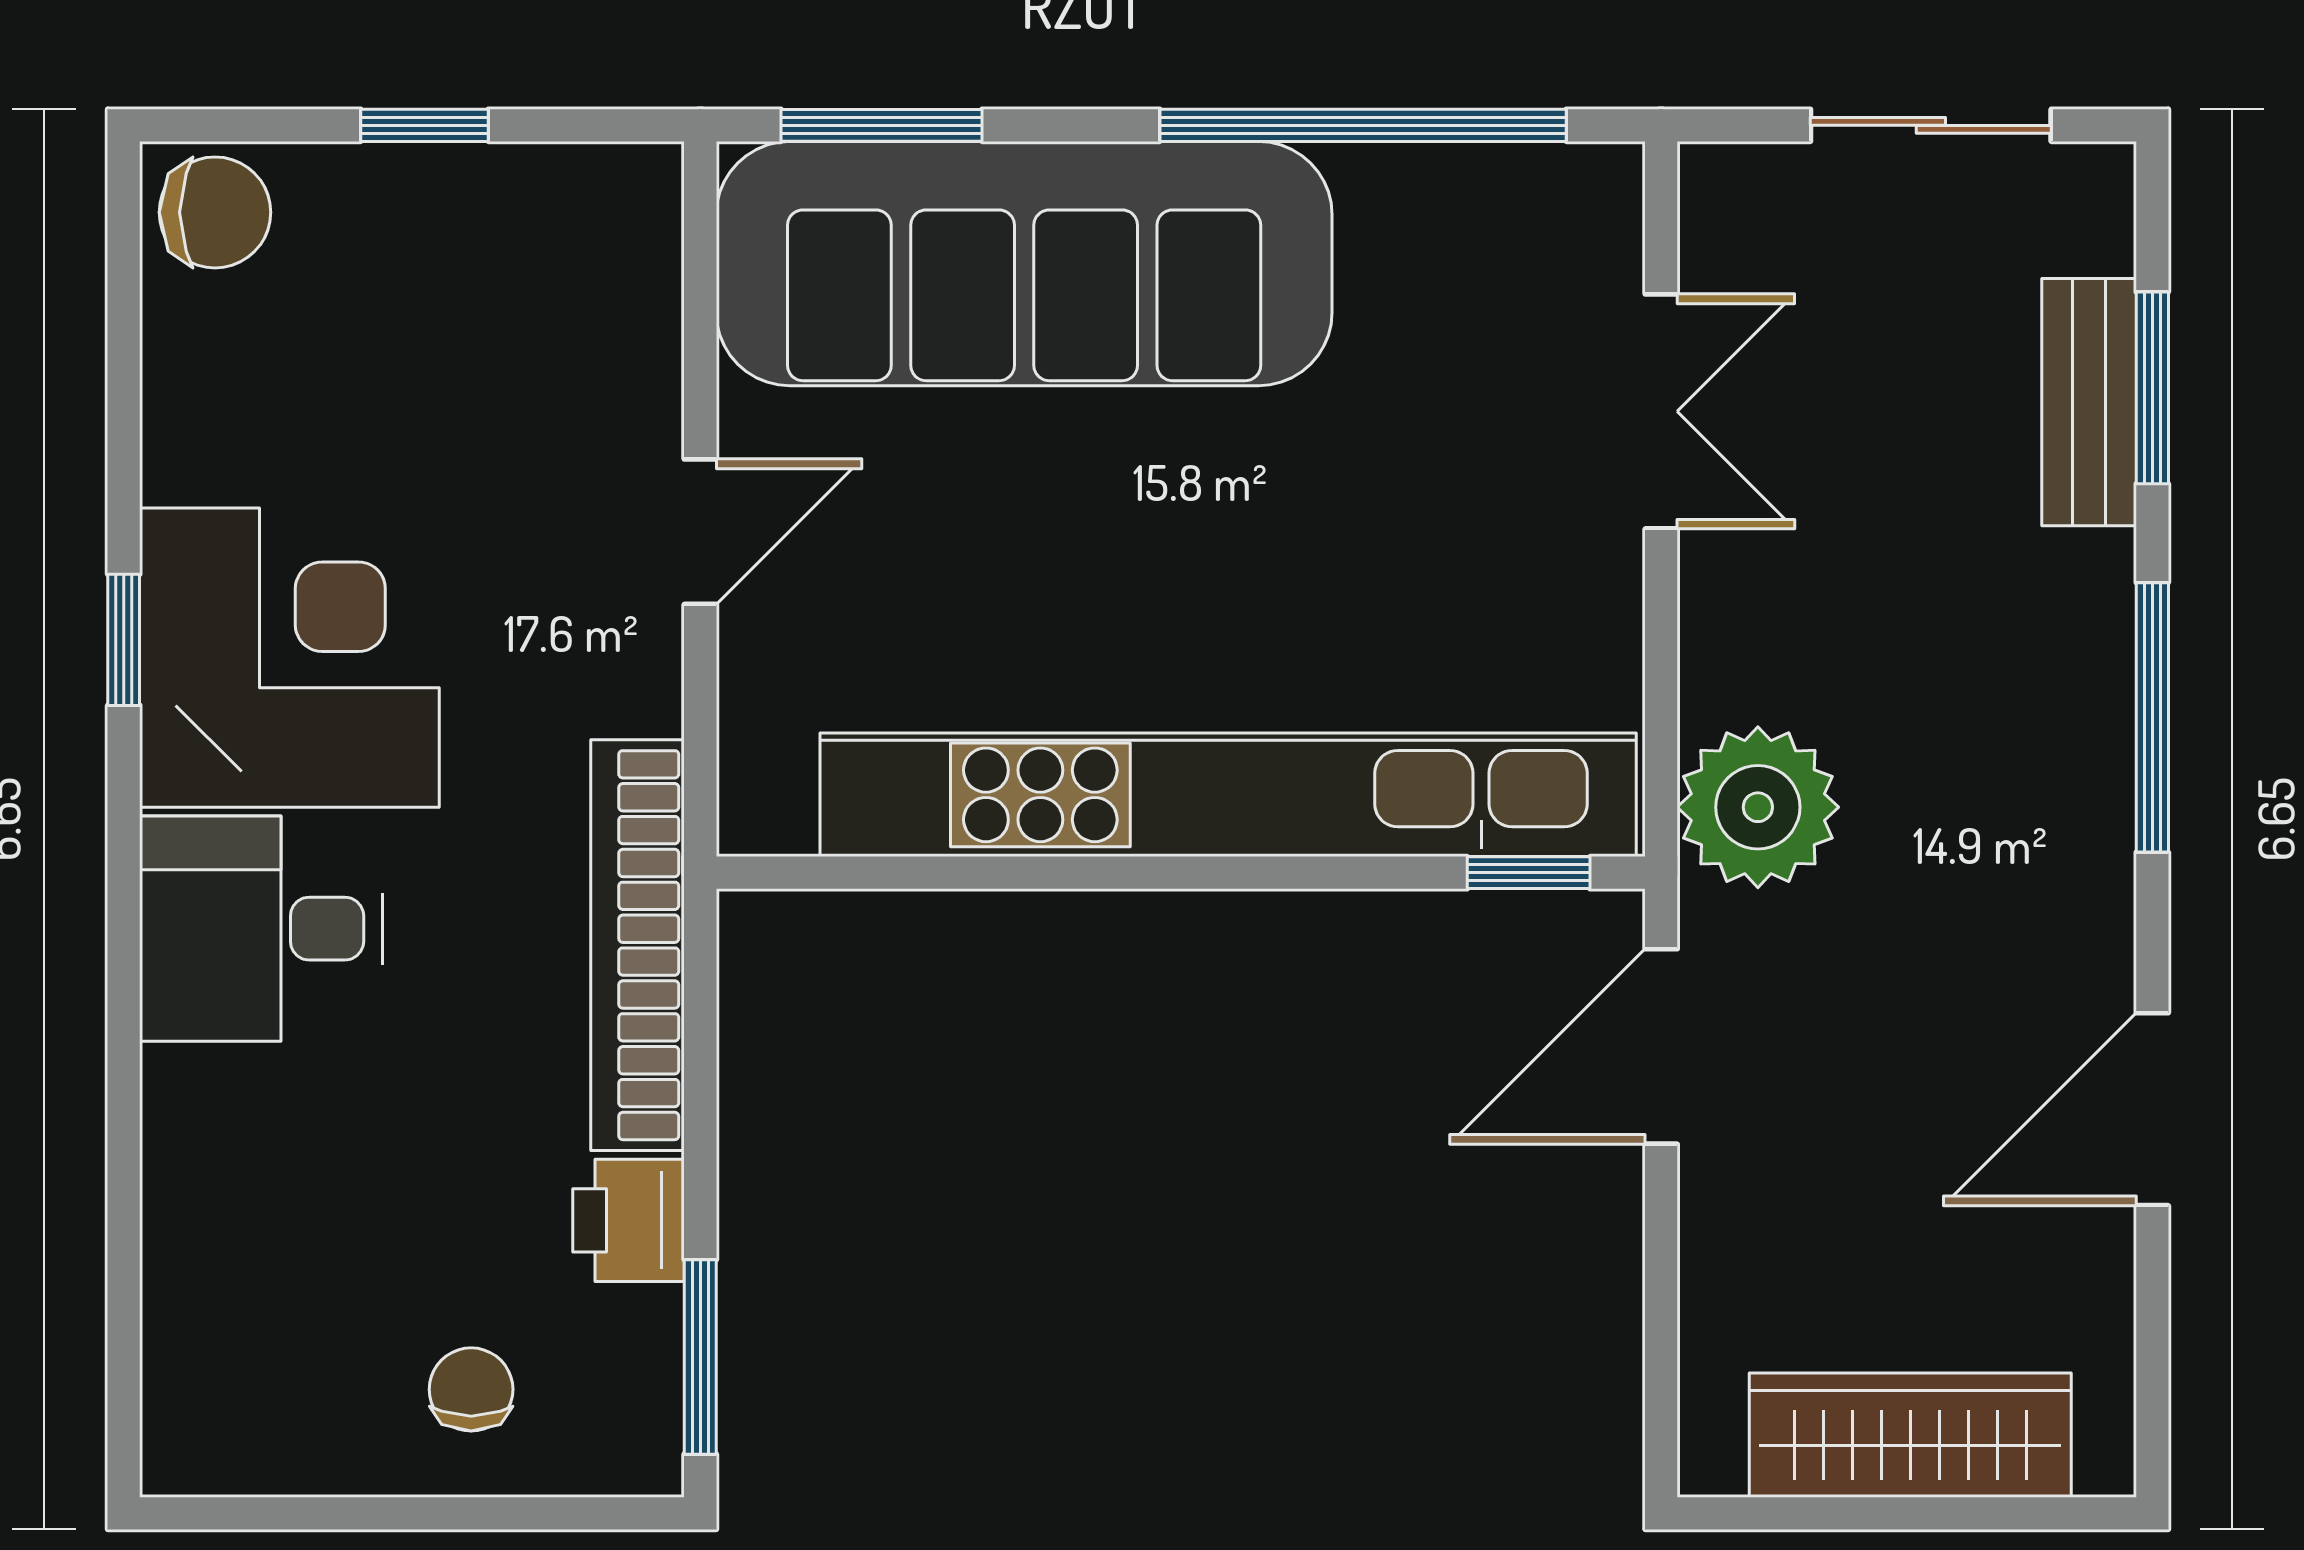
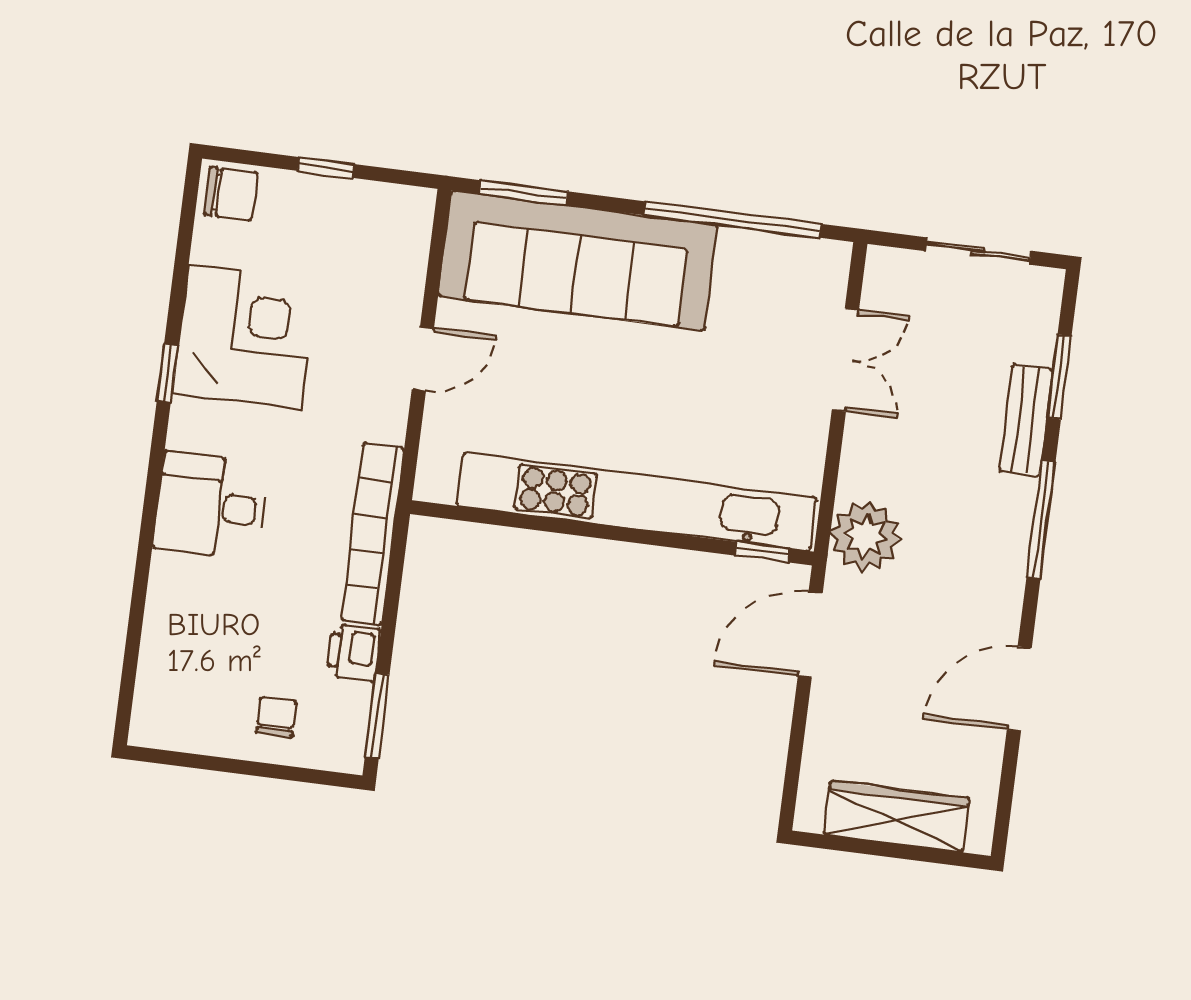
bench: (2089, 402) -> (1026, 420), moved
corner desk: (289, 658) -> (245, 337), moved

